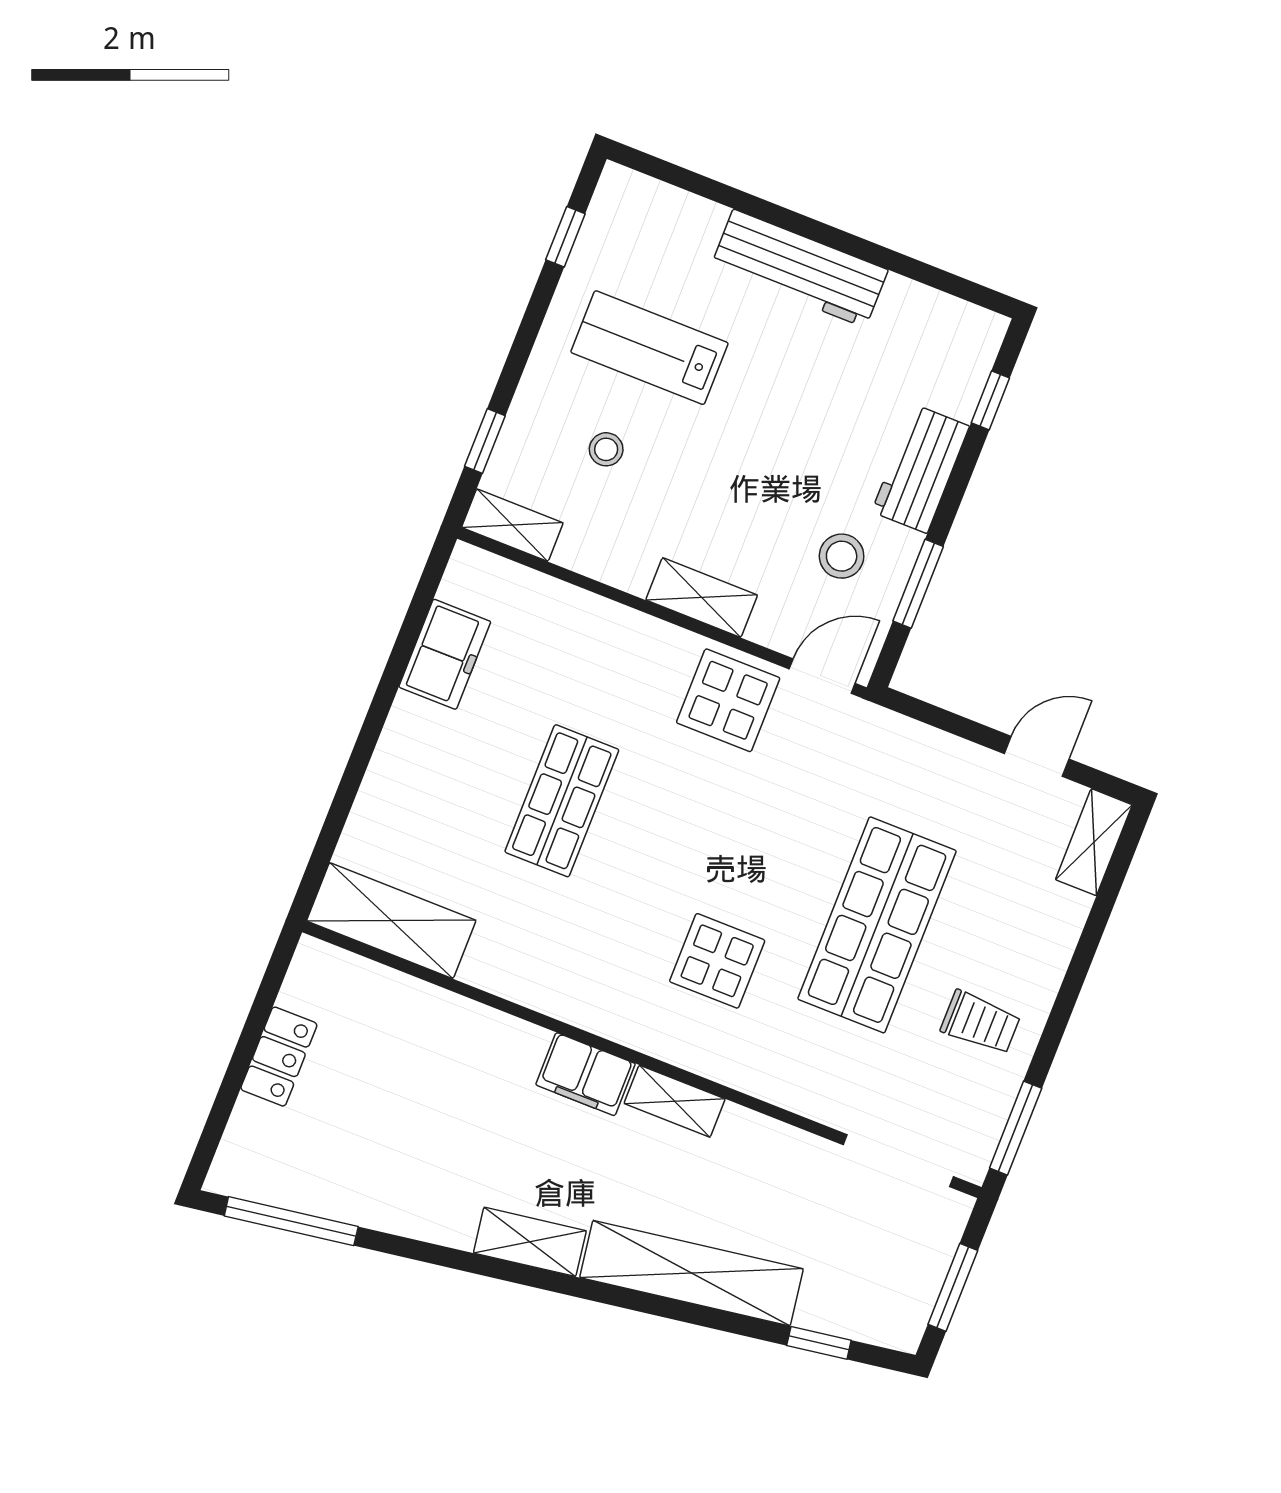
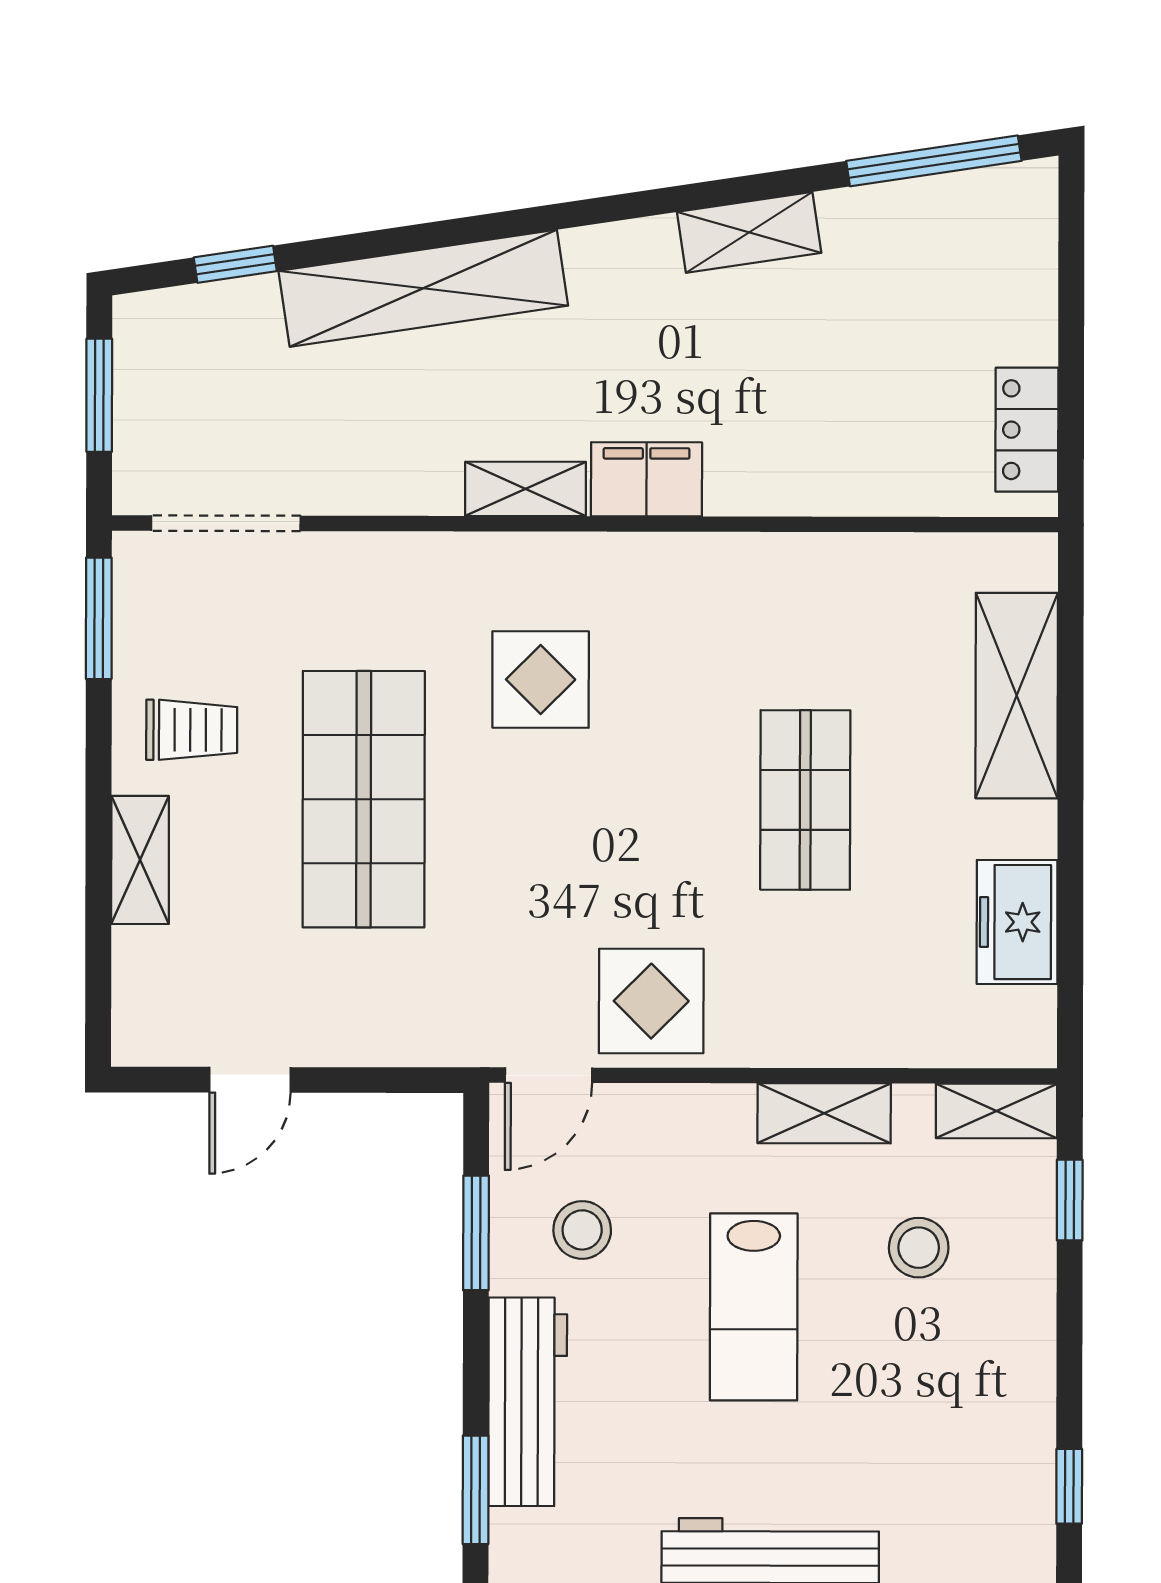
lab bench: (649, 348) -> (754, 1307), moved, turned 90
window: (990, 400) -> (476, 1490), width x1.50
stool: (606, 449) -> (919, 1248), width x1.37, depth x1.37
workbench: (921, 469) -> (528, 1402), width x1.38
shelving: (702, 597) -> (824, 1113), moved
shelving: (1094, 842) -> (140, 860), moved
shelving: (391, 921) -> (1017, 696), moved, turned 90
trolley: (980, 1023) -> (192, 730), turned 180
locker: (279, 1057) -> (1027, 430), moved
shelving: (530, 1242) -> (749, 232), moved

